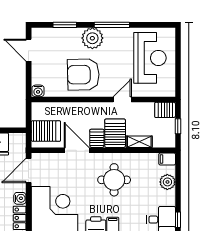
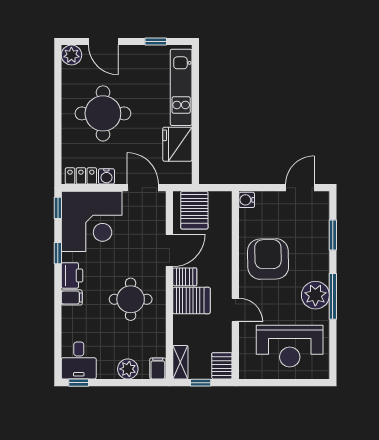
plant: (92, 38) -> (315, 295), moved
shelving: (139, 142) -> (180, 362), moved

